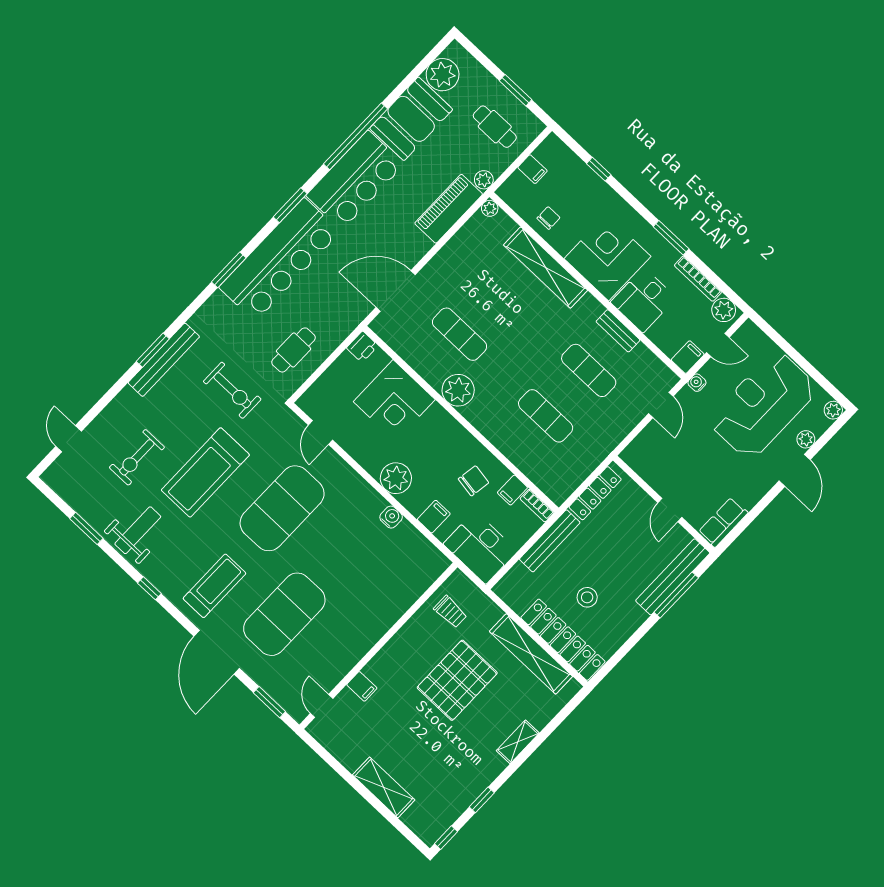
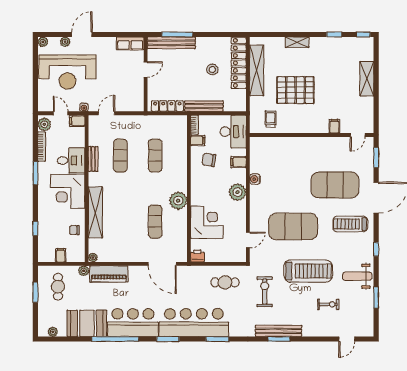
plant: (443, 75) -> (53, 332), width x0.53, depth x0.53
exercise bike: (137, 457) -> (328, 304), width x0.73, depth x0.72

